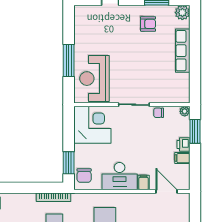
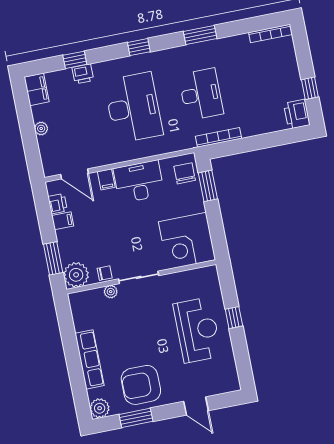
armchair: (148, 24) -> (141, 385), width x1.88, depth x1.88
window: (69, 60) -> (234, 318), width x0.46
reception desk: (94, 79) -> (197, 330), moved
plant: (157, 98) -> (111, 292), added
plant: (185, 111) -> (76, 275), width x1.88, depth x1.88
printer: (183, 145) -> (58, 204), moved

